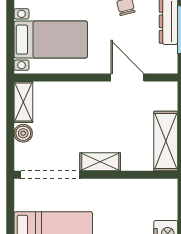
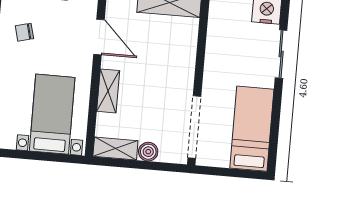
door: (127, 77) -> (99, 37), swing flipped
shelving: (100, 162) -> (108, 91), moved

